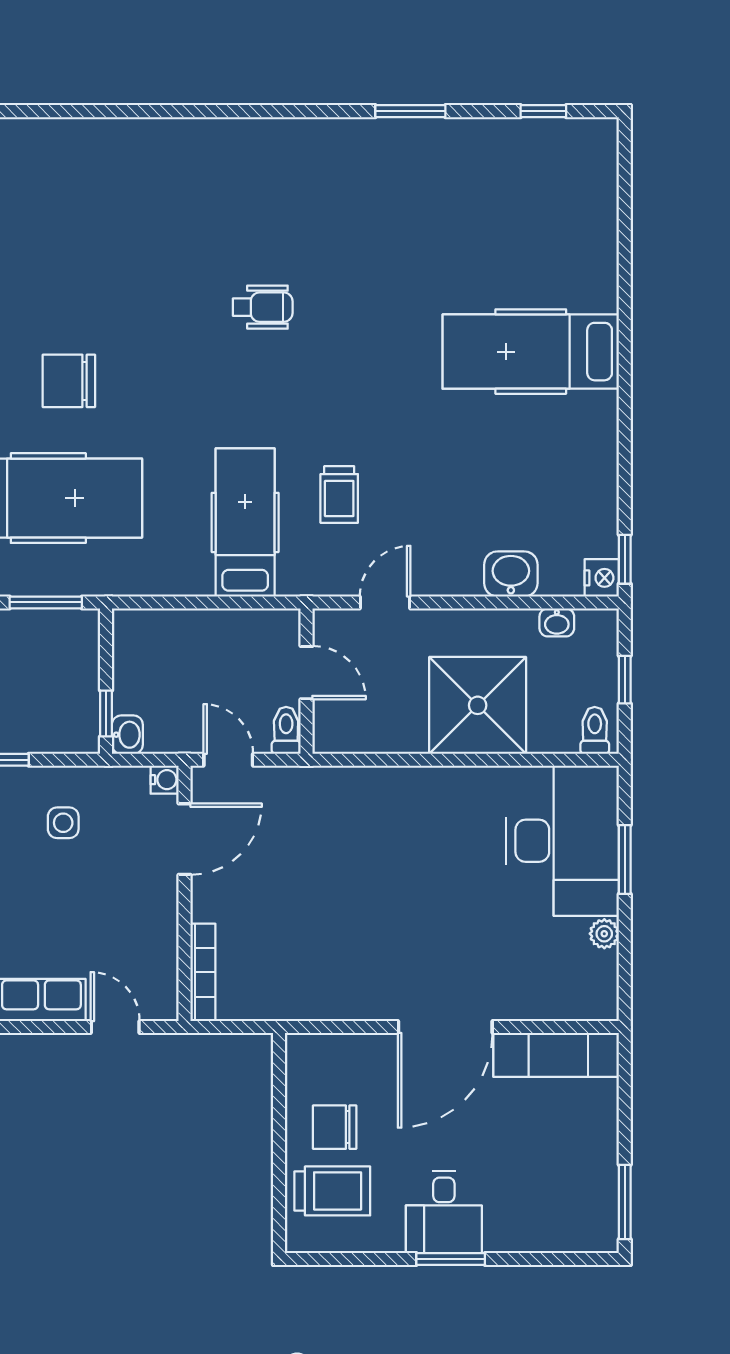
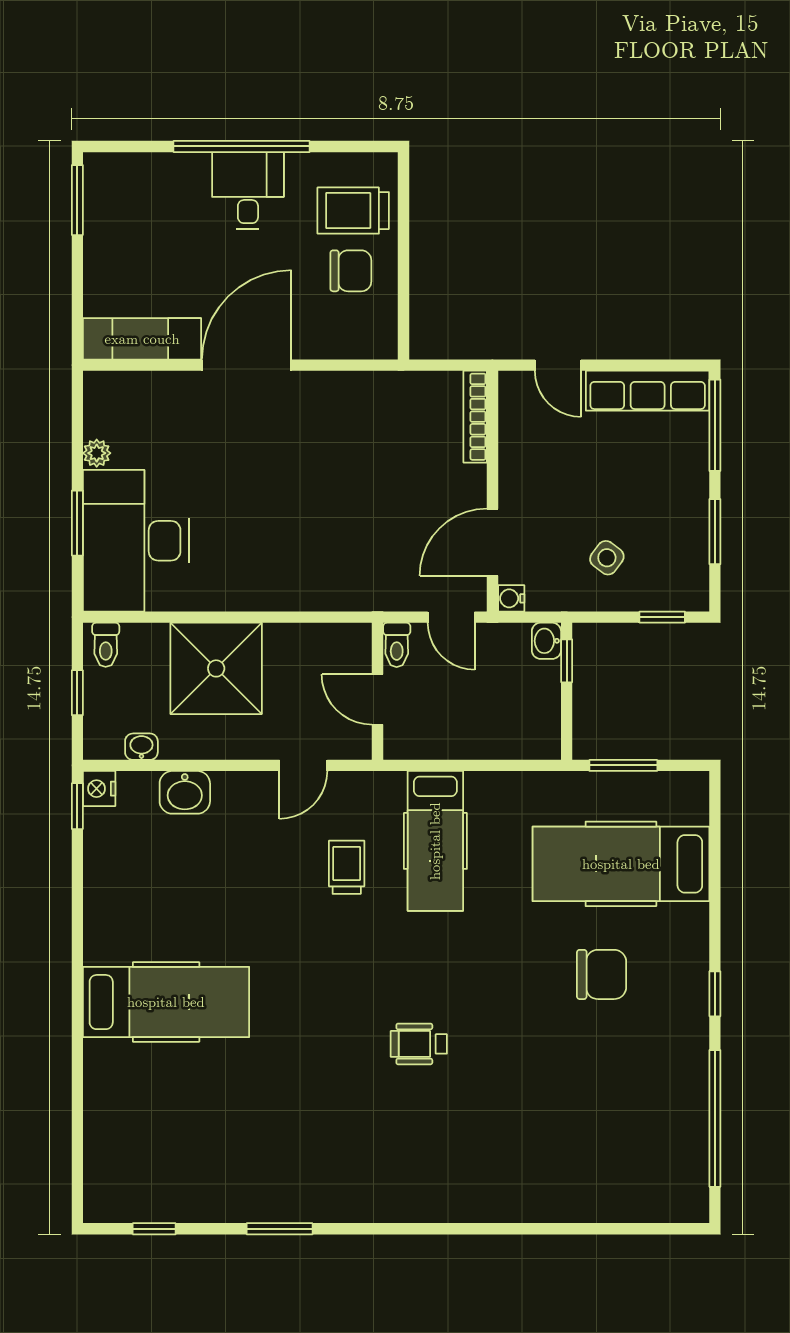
side table: (63, 823) -> (607, 558), turned 37
window: (451, 1259) -> (242, 146), width x2.11

